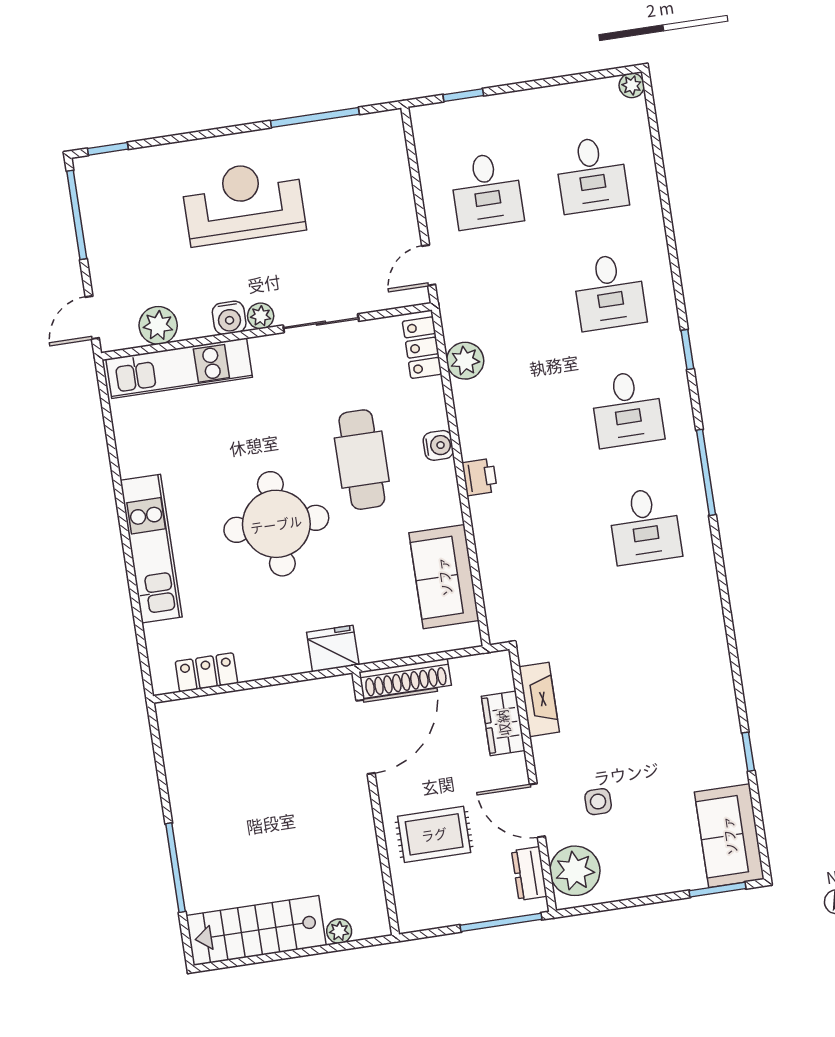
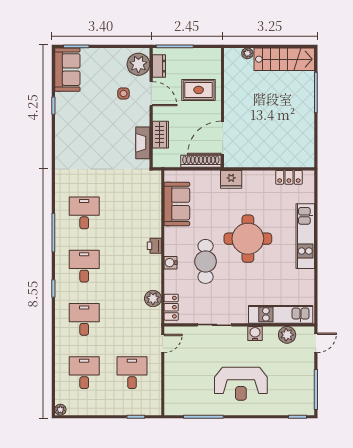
plant: (261, 316) -> (241, 332), removed

